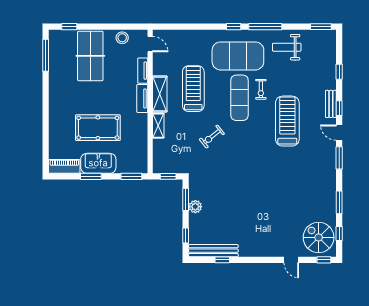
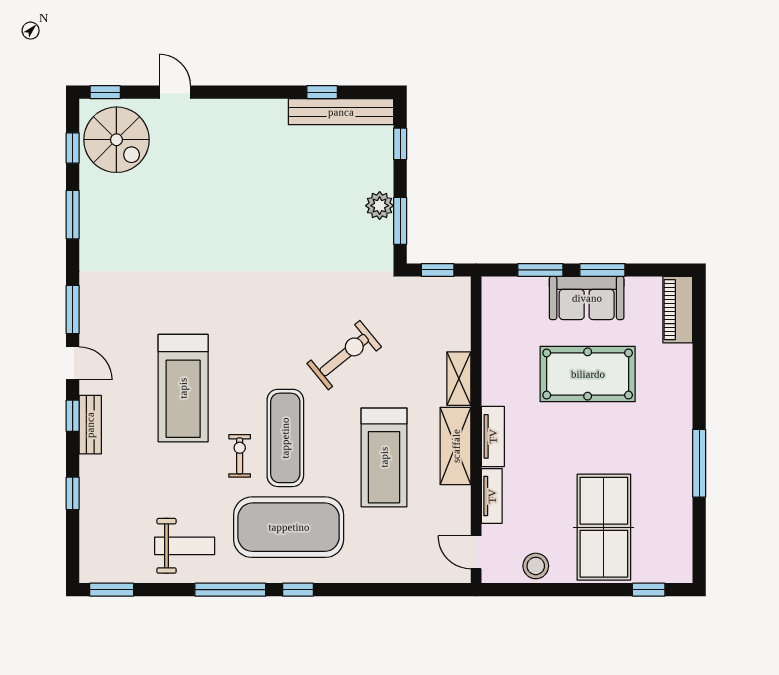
window: (46, 55) -> (699, 463), moved
exercise bike: (212, 137) -> (344, 355), width x1.38, depth x1.39
piano: (64, 166) -> (678, 310), moved, turned 90
window: (131, 176) -> (540, 270), moved

